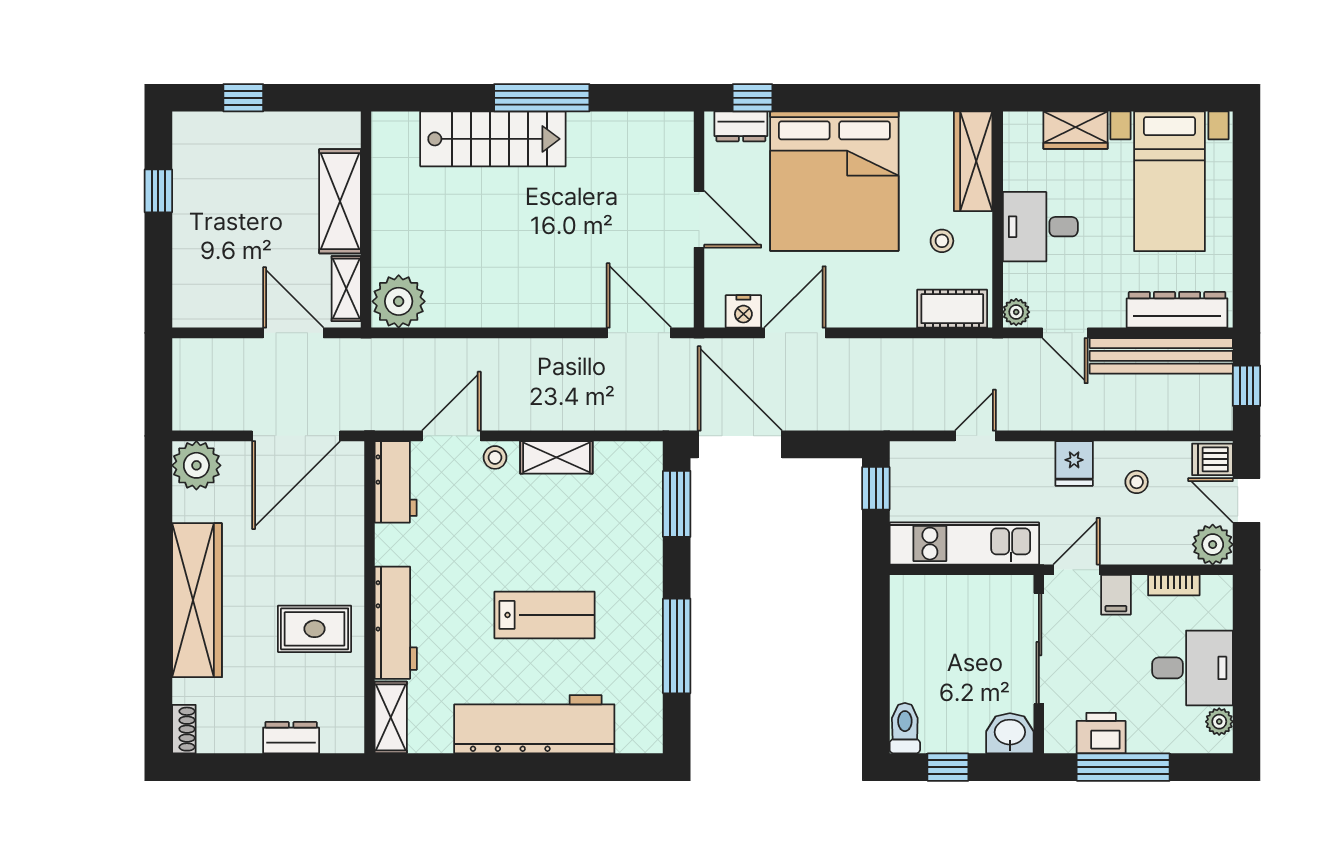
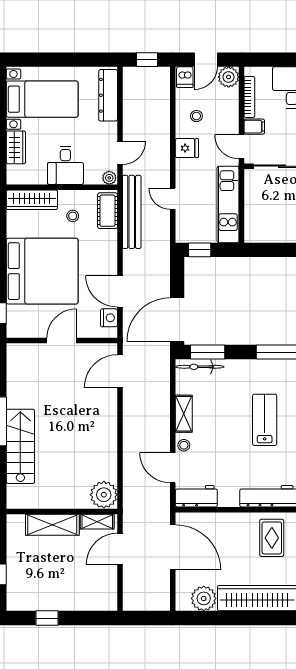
dresser: (741, 126) -> (14, 319), removed
bench: (1161, 356) -> (132, 212), moved
plant: (196, 465) -> (204, 598), moved
bicycle: (648, 488) -> (200, 367), added
bookcase: (1174, 585) -> (249, 97), width x1.56

